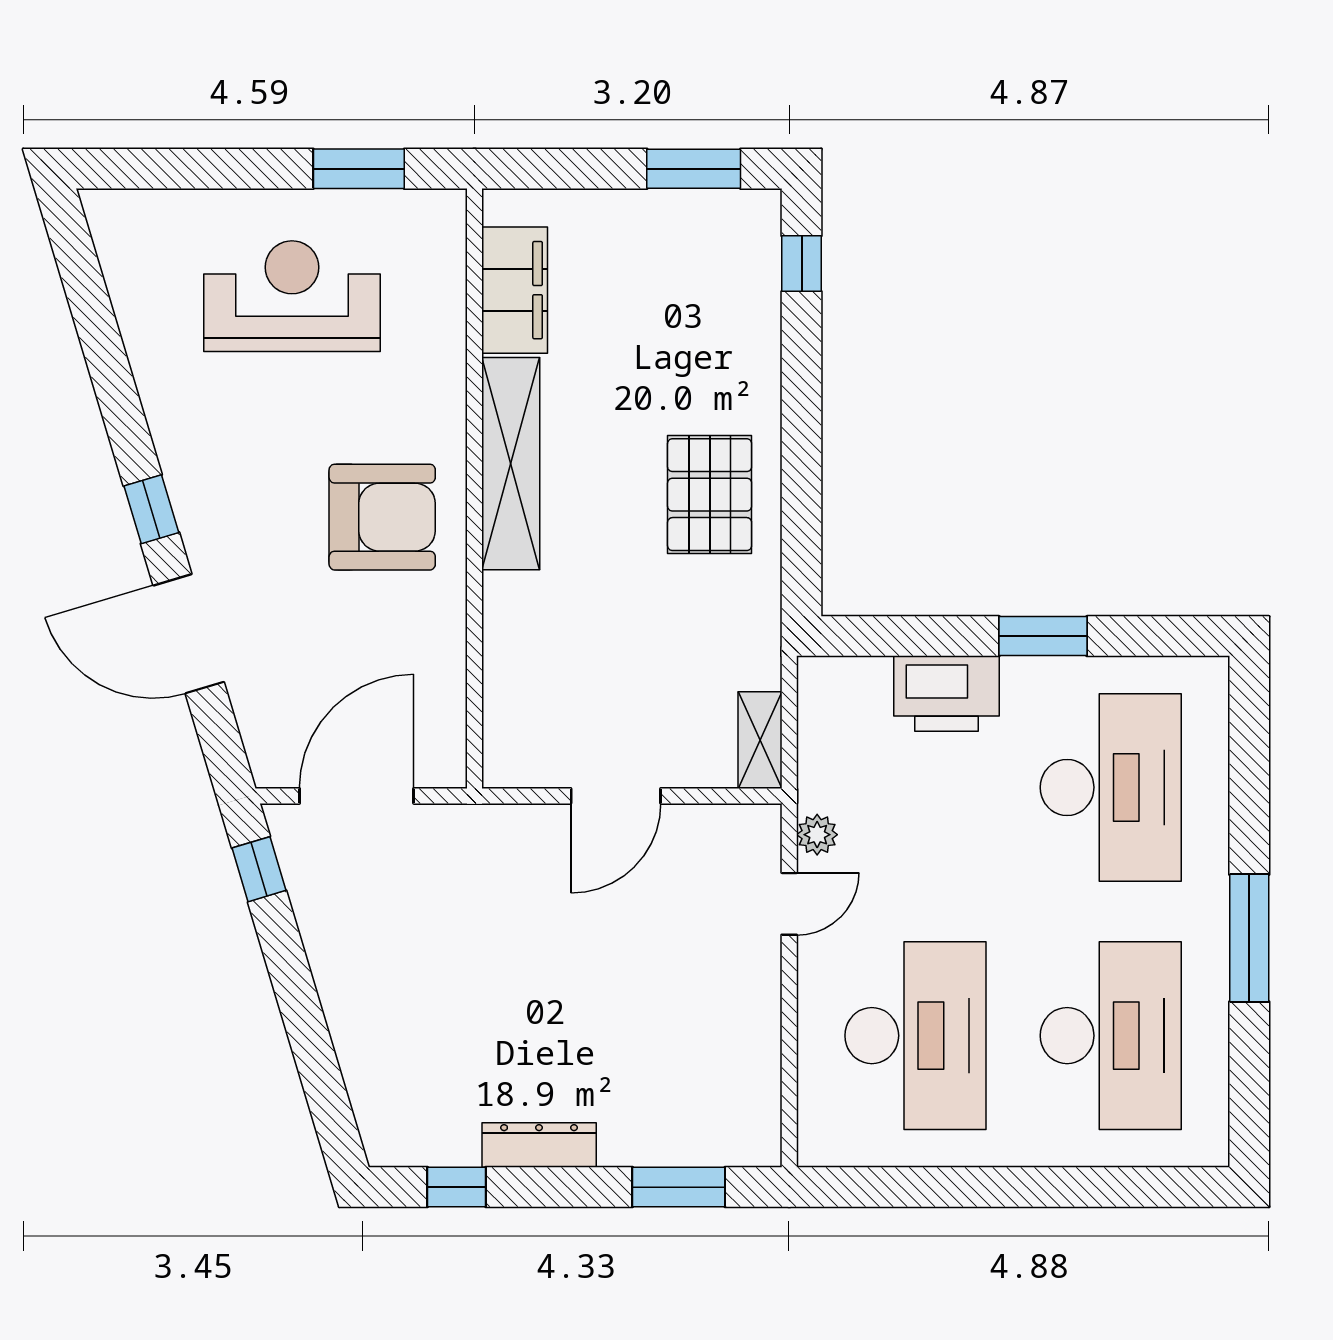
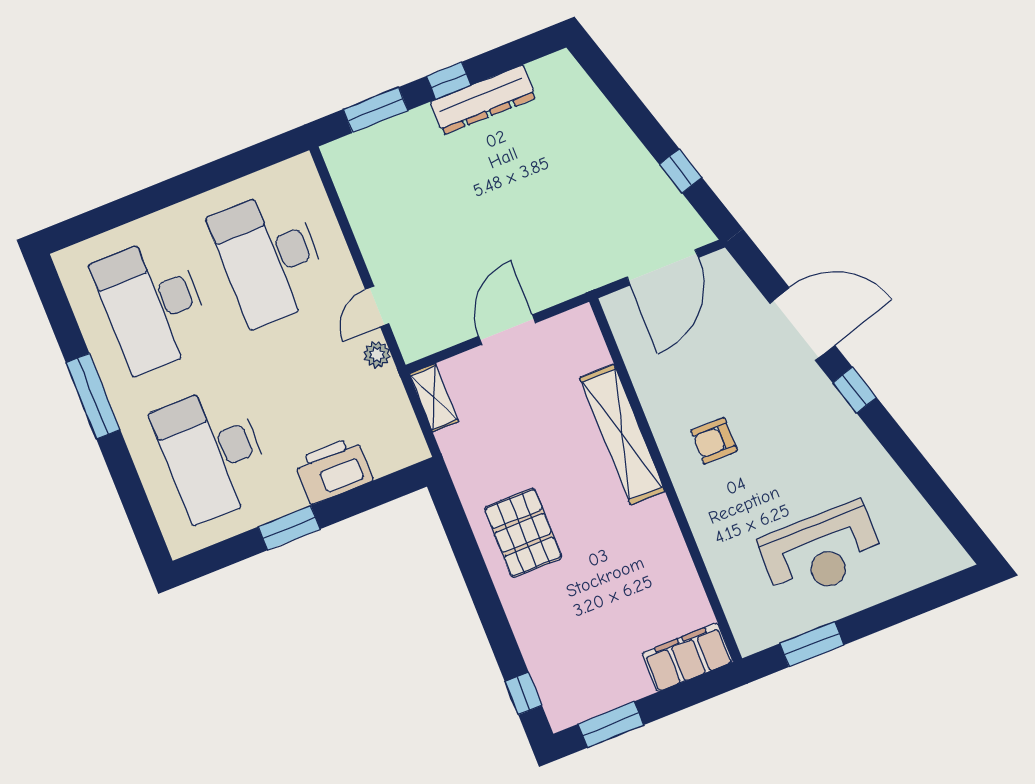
filing cabinet: (515, 290) -> (687, 657), moved, turned 90
shelving: (511, 464) -> (622, 434), moved
armchair: (382, 517) -> (714, 441), width x0.53, depth x0.53
window: (259, 869) -> (681, 171), moved
dresser: (539, 1145) -> (483, 100), width x1.37, depth x1.24
window: (457, 1187) -> (449, 81), moved

